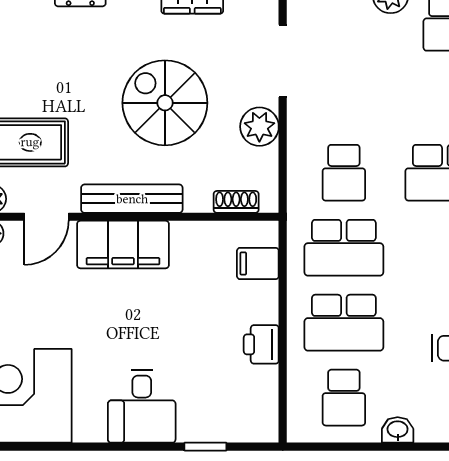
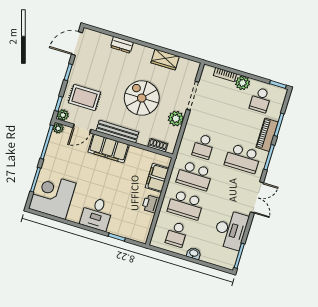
filing cabinet: (258, 263) -> (157, 178), width x2.00

